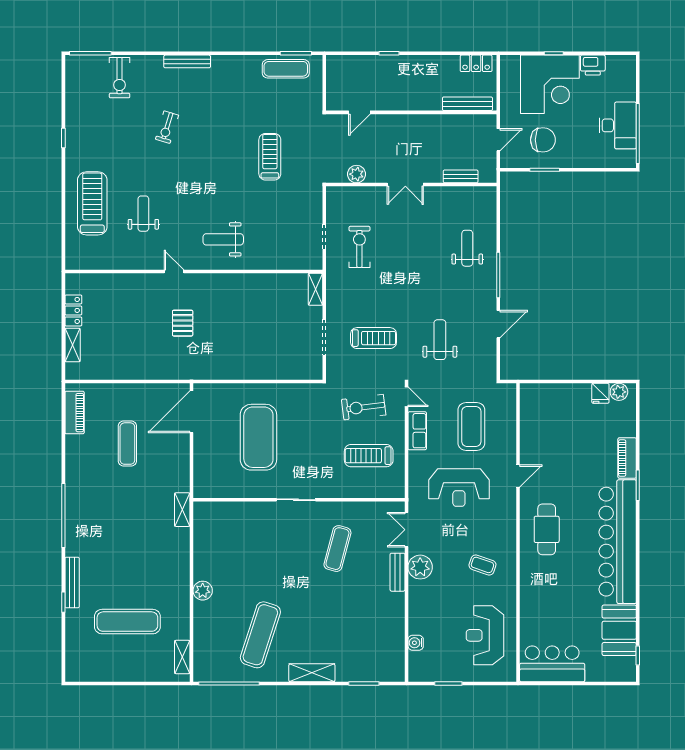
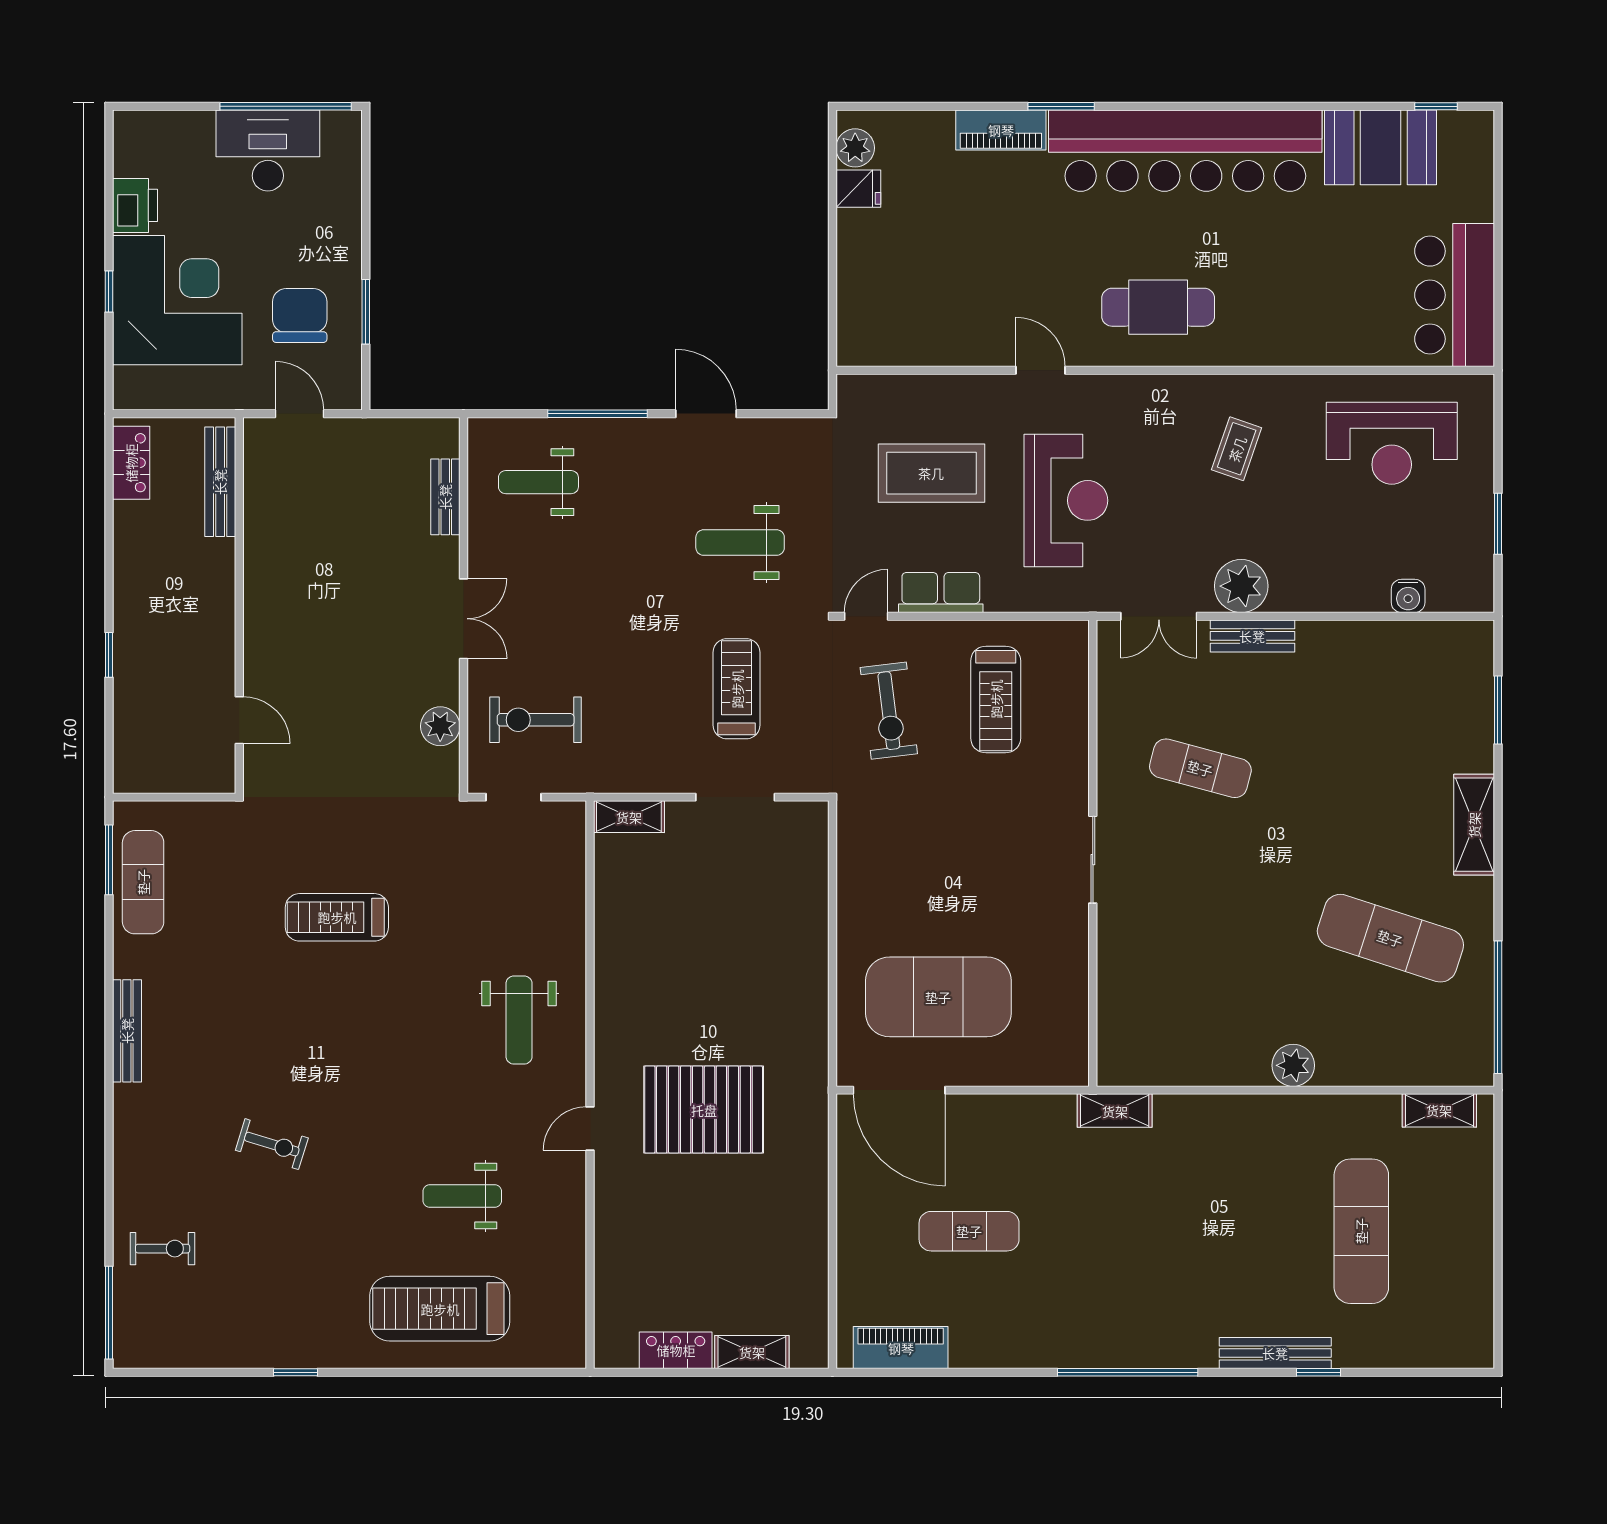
bench: (187, 61) -> (127, 1031), moved
exercise bike: (120, 78) -> (163, 1249), width x0.73, depth x0.72
plant: (357, 174) -> (440, 726), moved
bench: (461, 176) -> (445, 497), moved
double door: (405, 185) -> (463, 619), moved
wall: (411, 185) -> (463, 605), moved
pallet: (183, 323) -> (704, 1110), width x2.05, depth x2.00
exercise mat: (258, 437) -> (938, 997), moved

